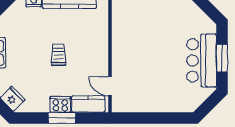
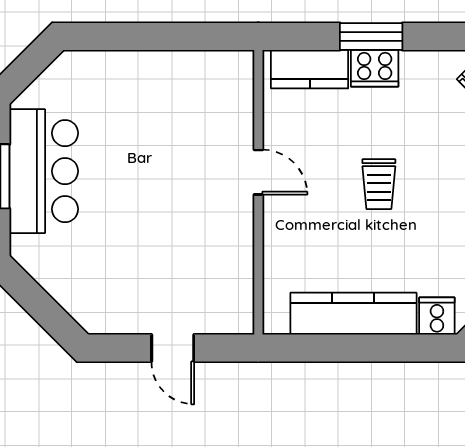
door: (110, 86) -> (258, 172), moved

